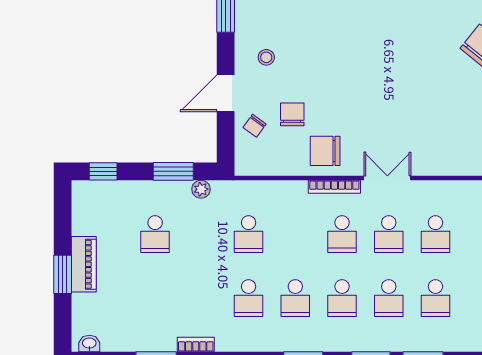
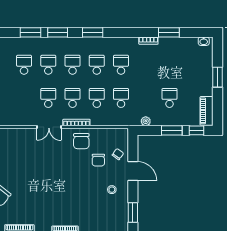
door: (226, 93) -> (133, 171), hinge flipped
chair: (325, 151) -> (81, 141), turned 90
window: (173, 171) -> (172, 130), moved
school desk: (435, 234) -> (97, 98), moved
piano: (84, 264) -> (207, 111), moved

